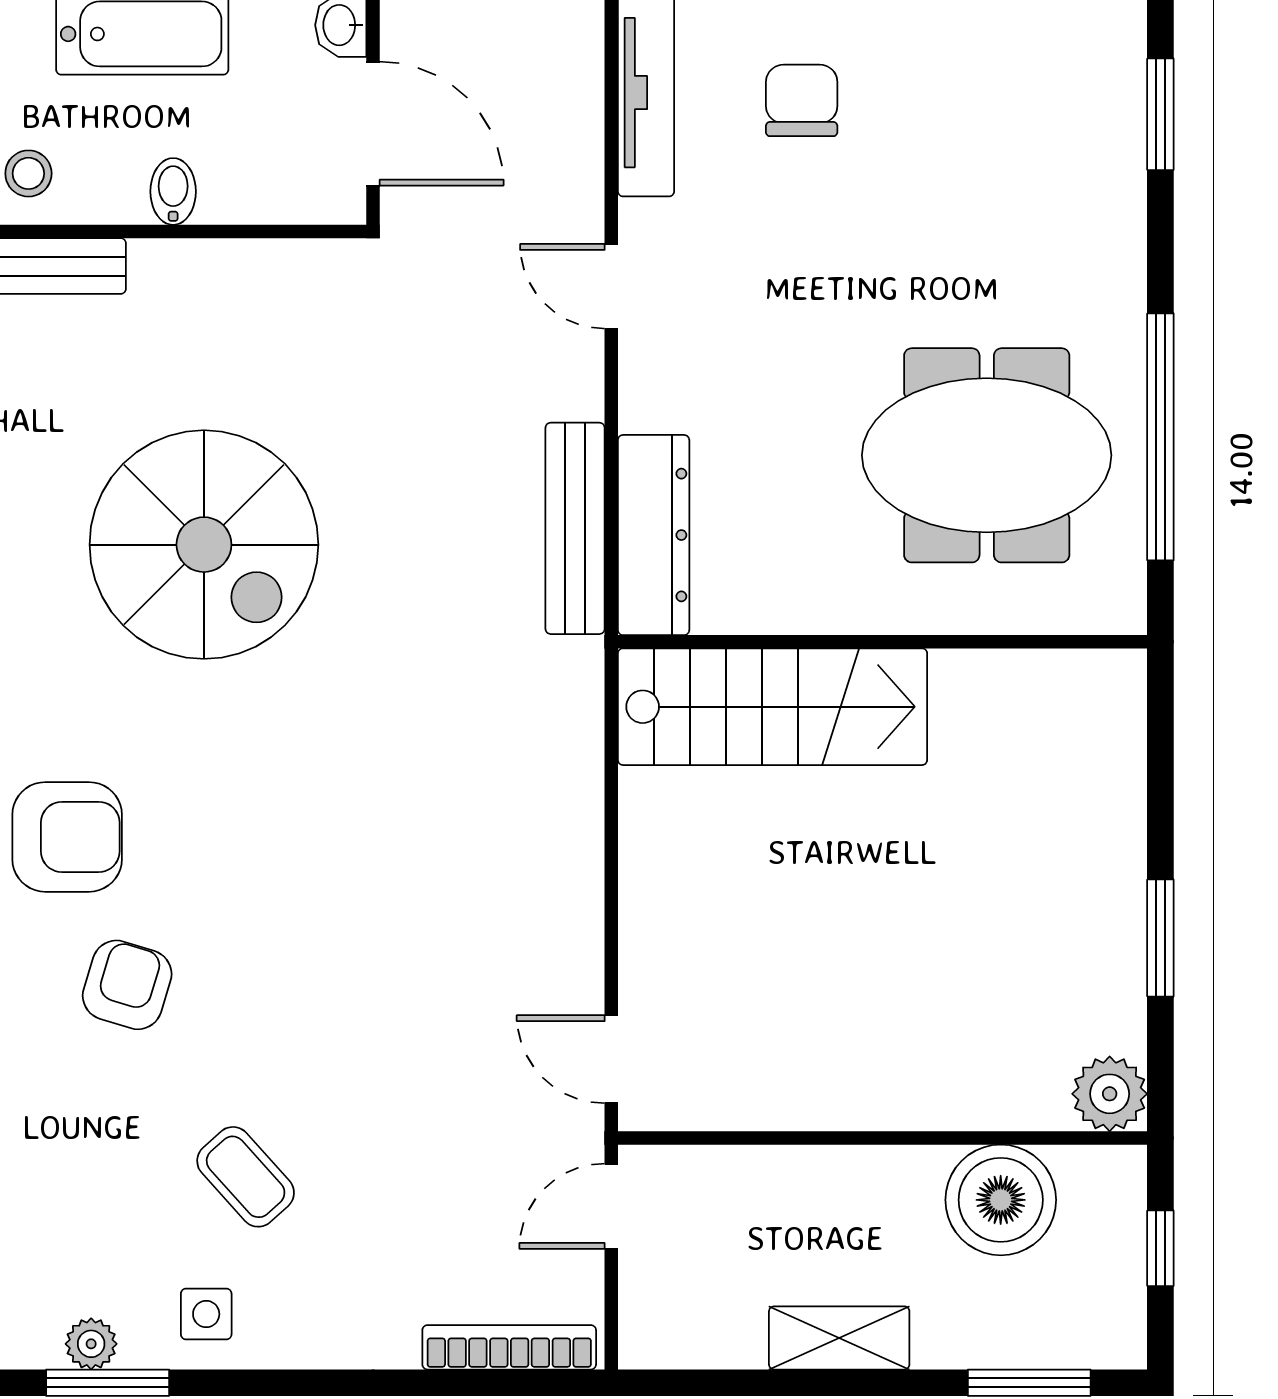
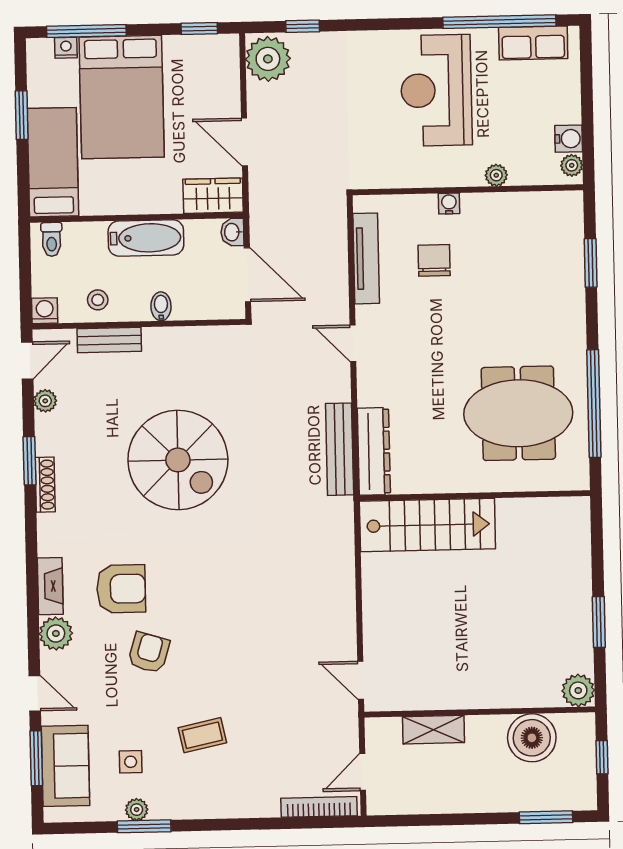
coffee table: (246, 1177) -> (202, 735), turned -60
door: (611, 1206) -> (363, 772), moved
side table: (206, 1314) -> (131, 762), moved
shelving: (839, 1338) -> (434, 730), moved

